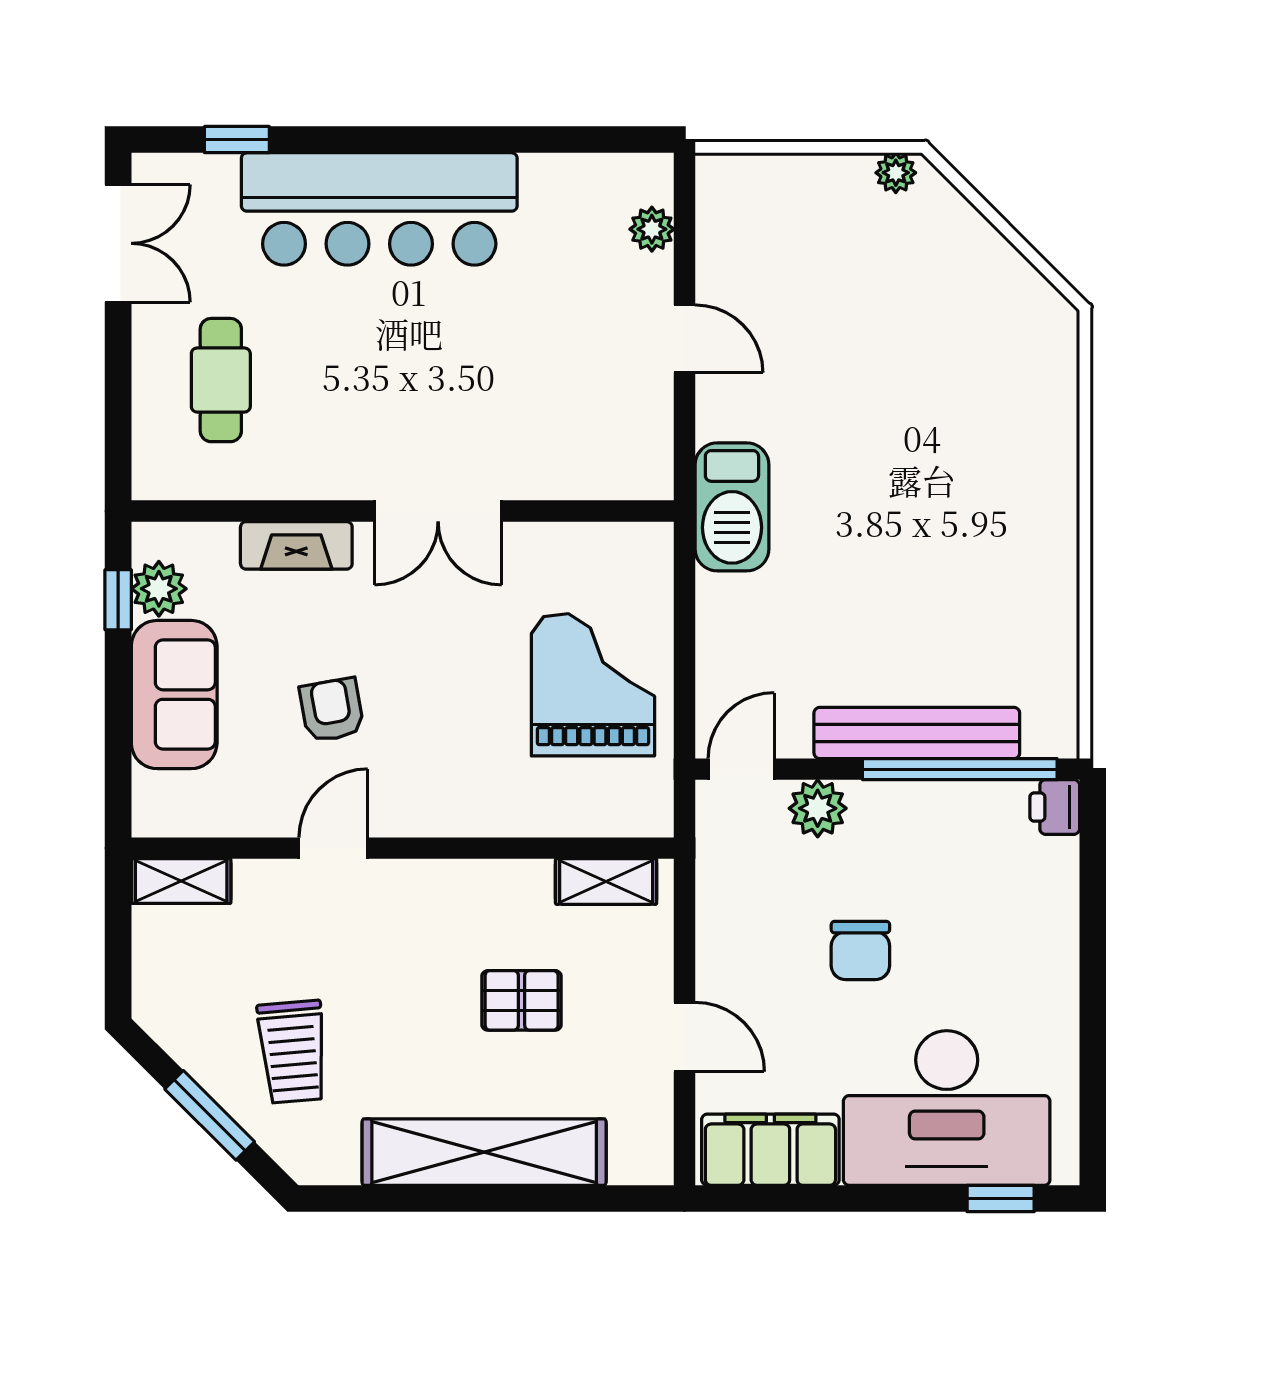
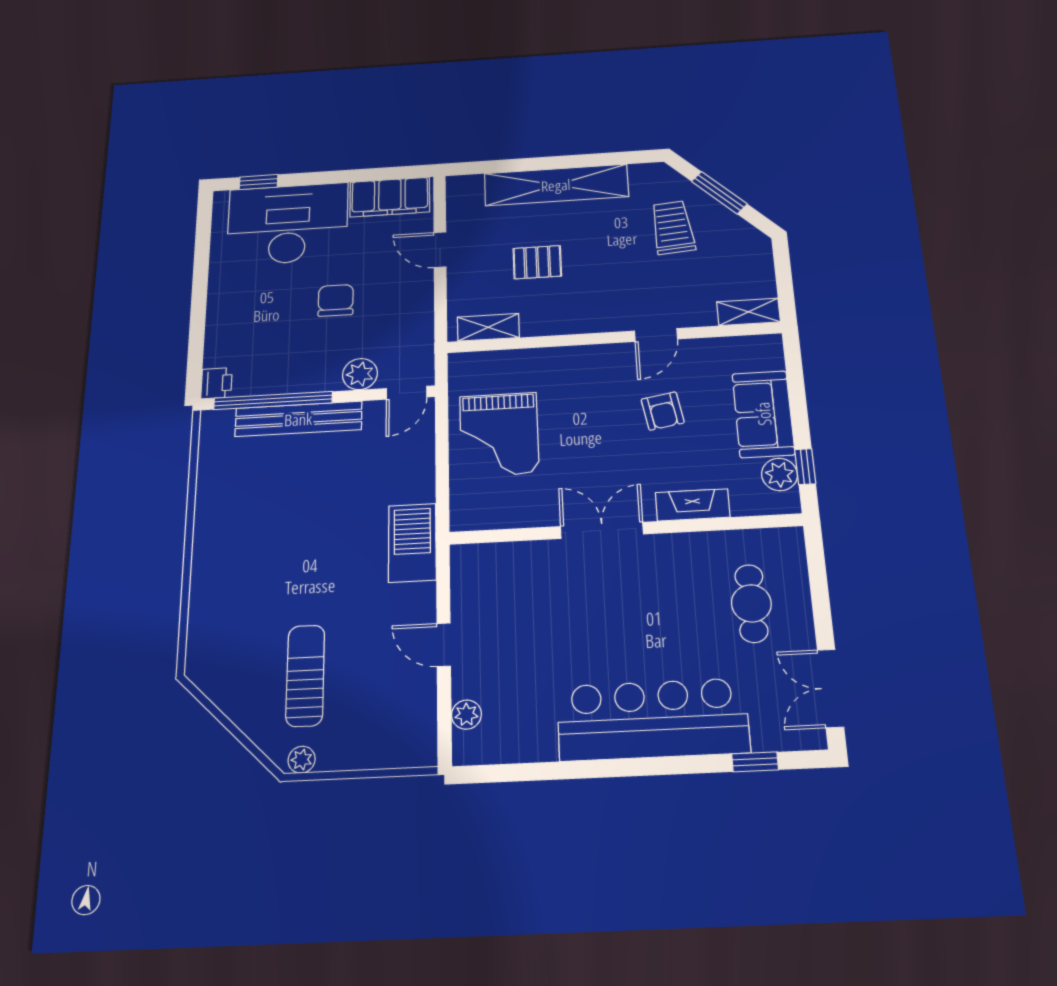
sun lounger: (894, 301) -> (305, 675), added

